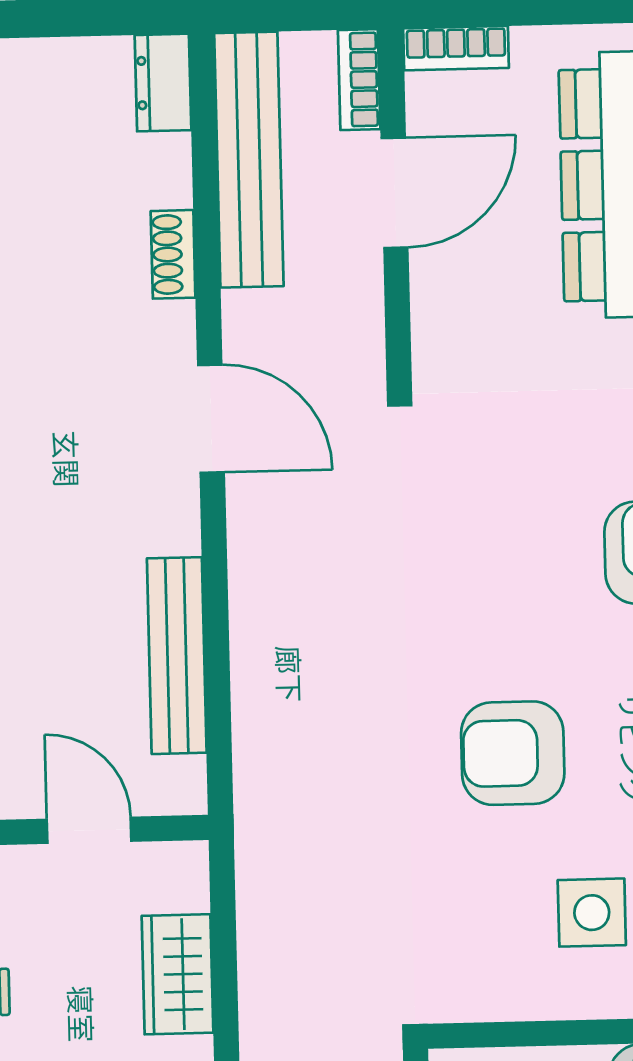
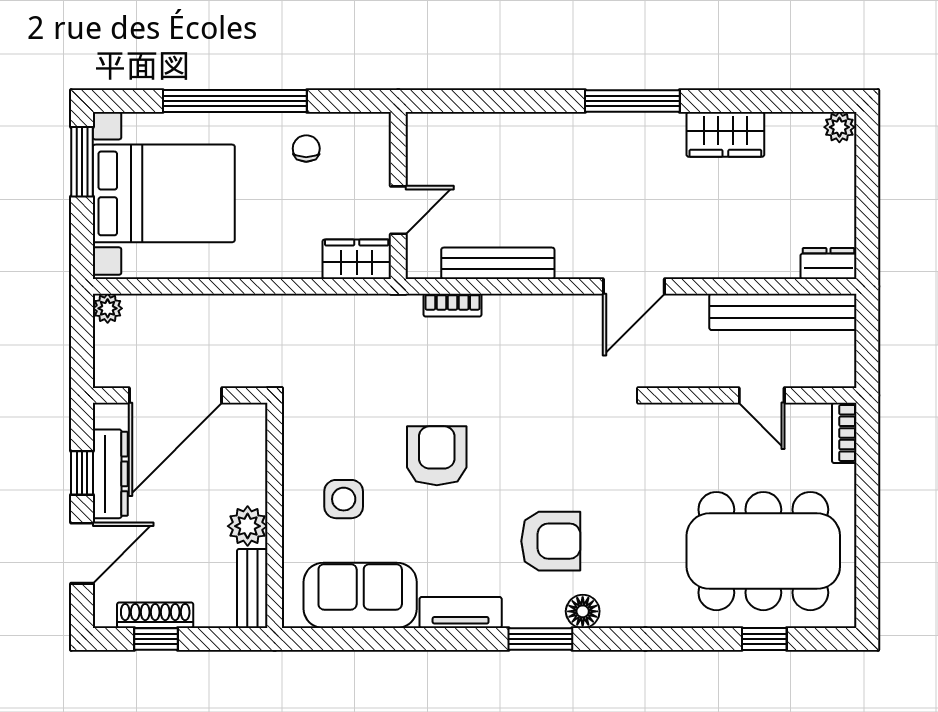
bookcase: (359, 80) -> (453, 305), moved, turned 180
door: (395, 193) -> (762, 395), width x0.73
shoe rack: (173, 254) -> (729, 267), removed
wardrobe: (178, 974) -> (357, 259), moved

